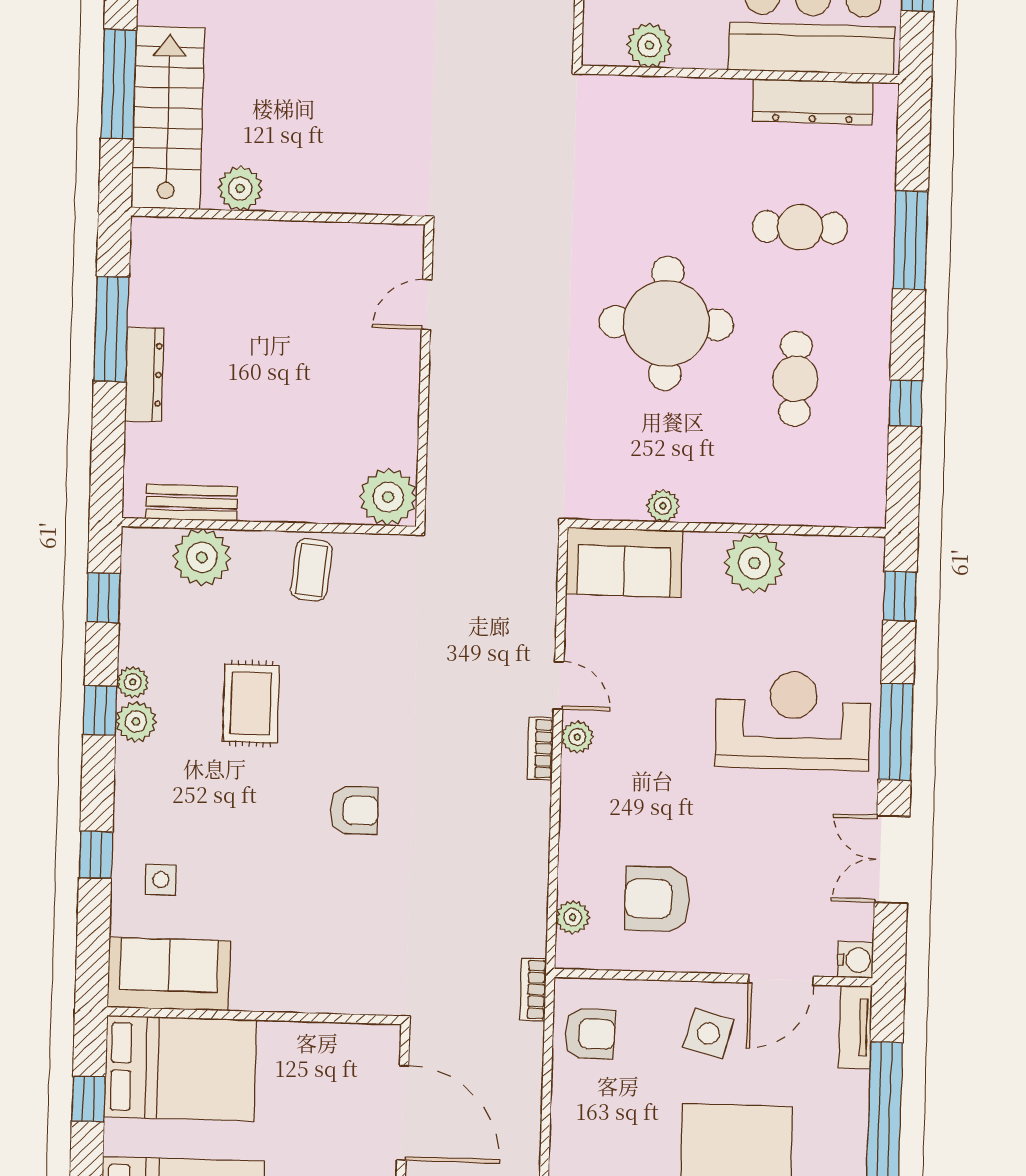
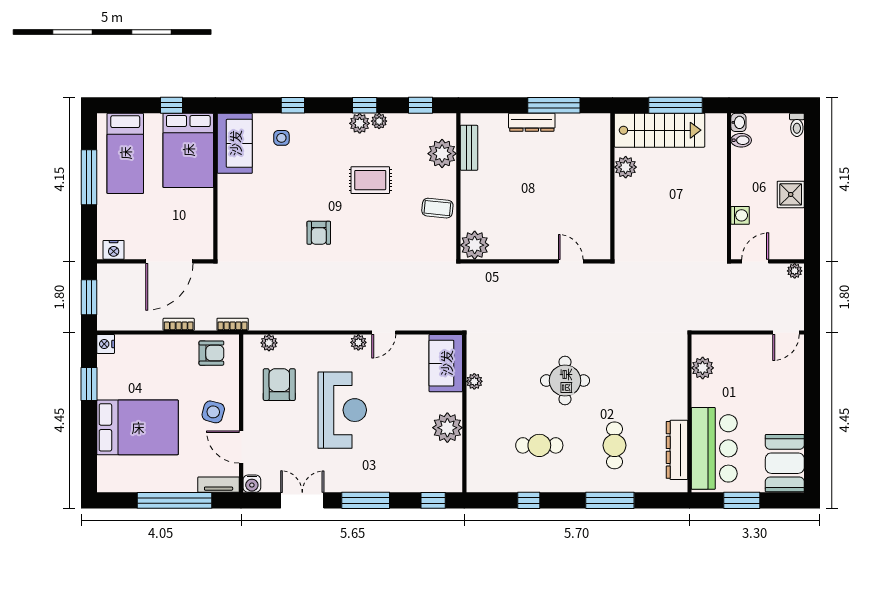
round table: (666, 323) -> (565, 381), width x0.73, depth x0.73
reception desk: (793, 720) -> (342, 410), moved
bookcase: (540, 749) -> (179, 324), moved
armchair: (590, 1034) -> (211, 353), turned -91

